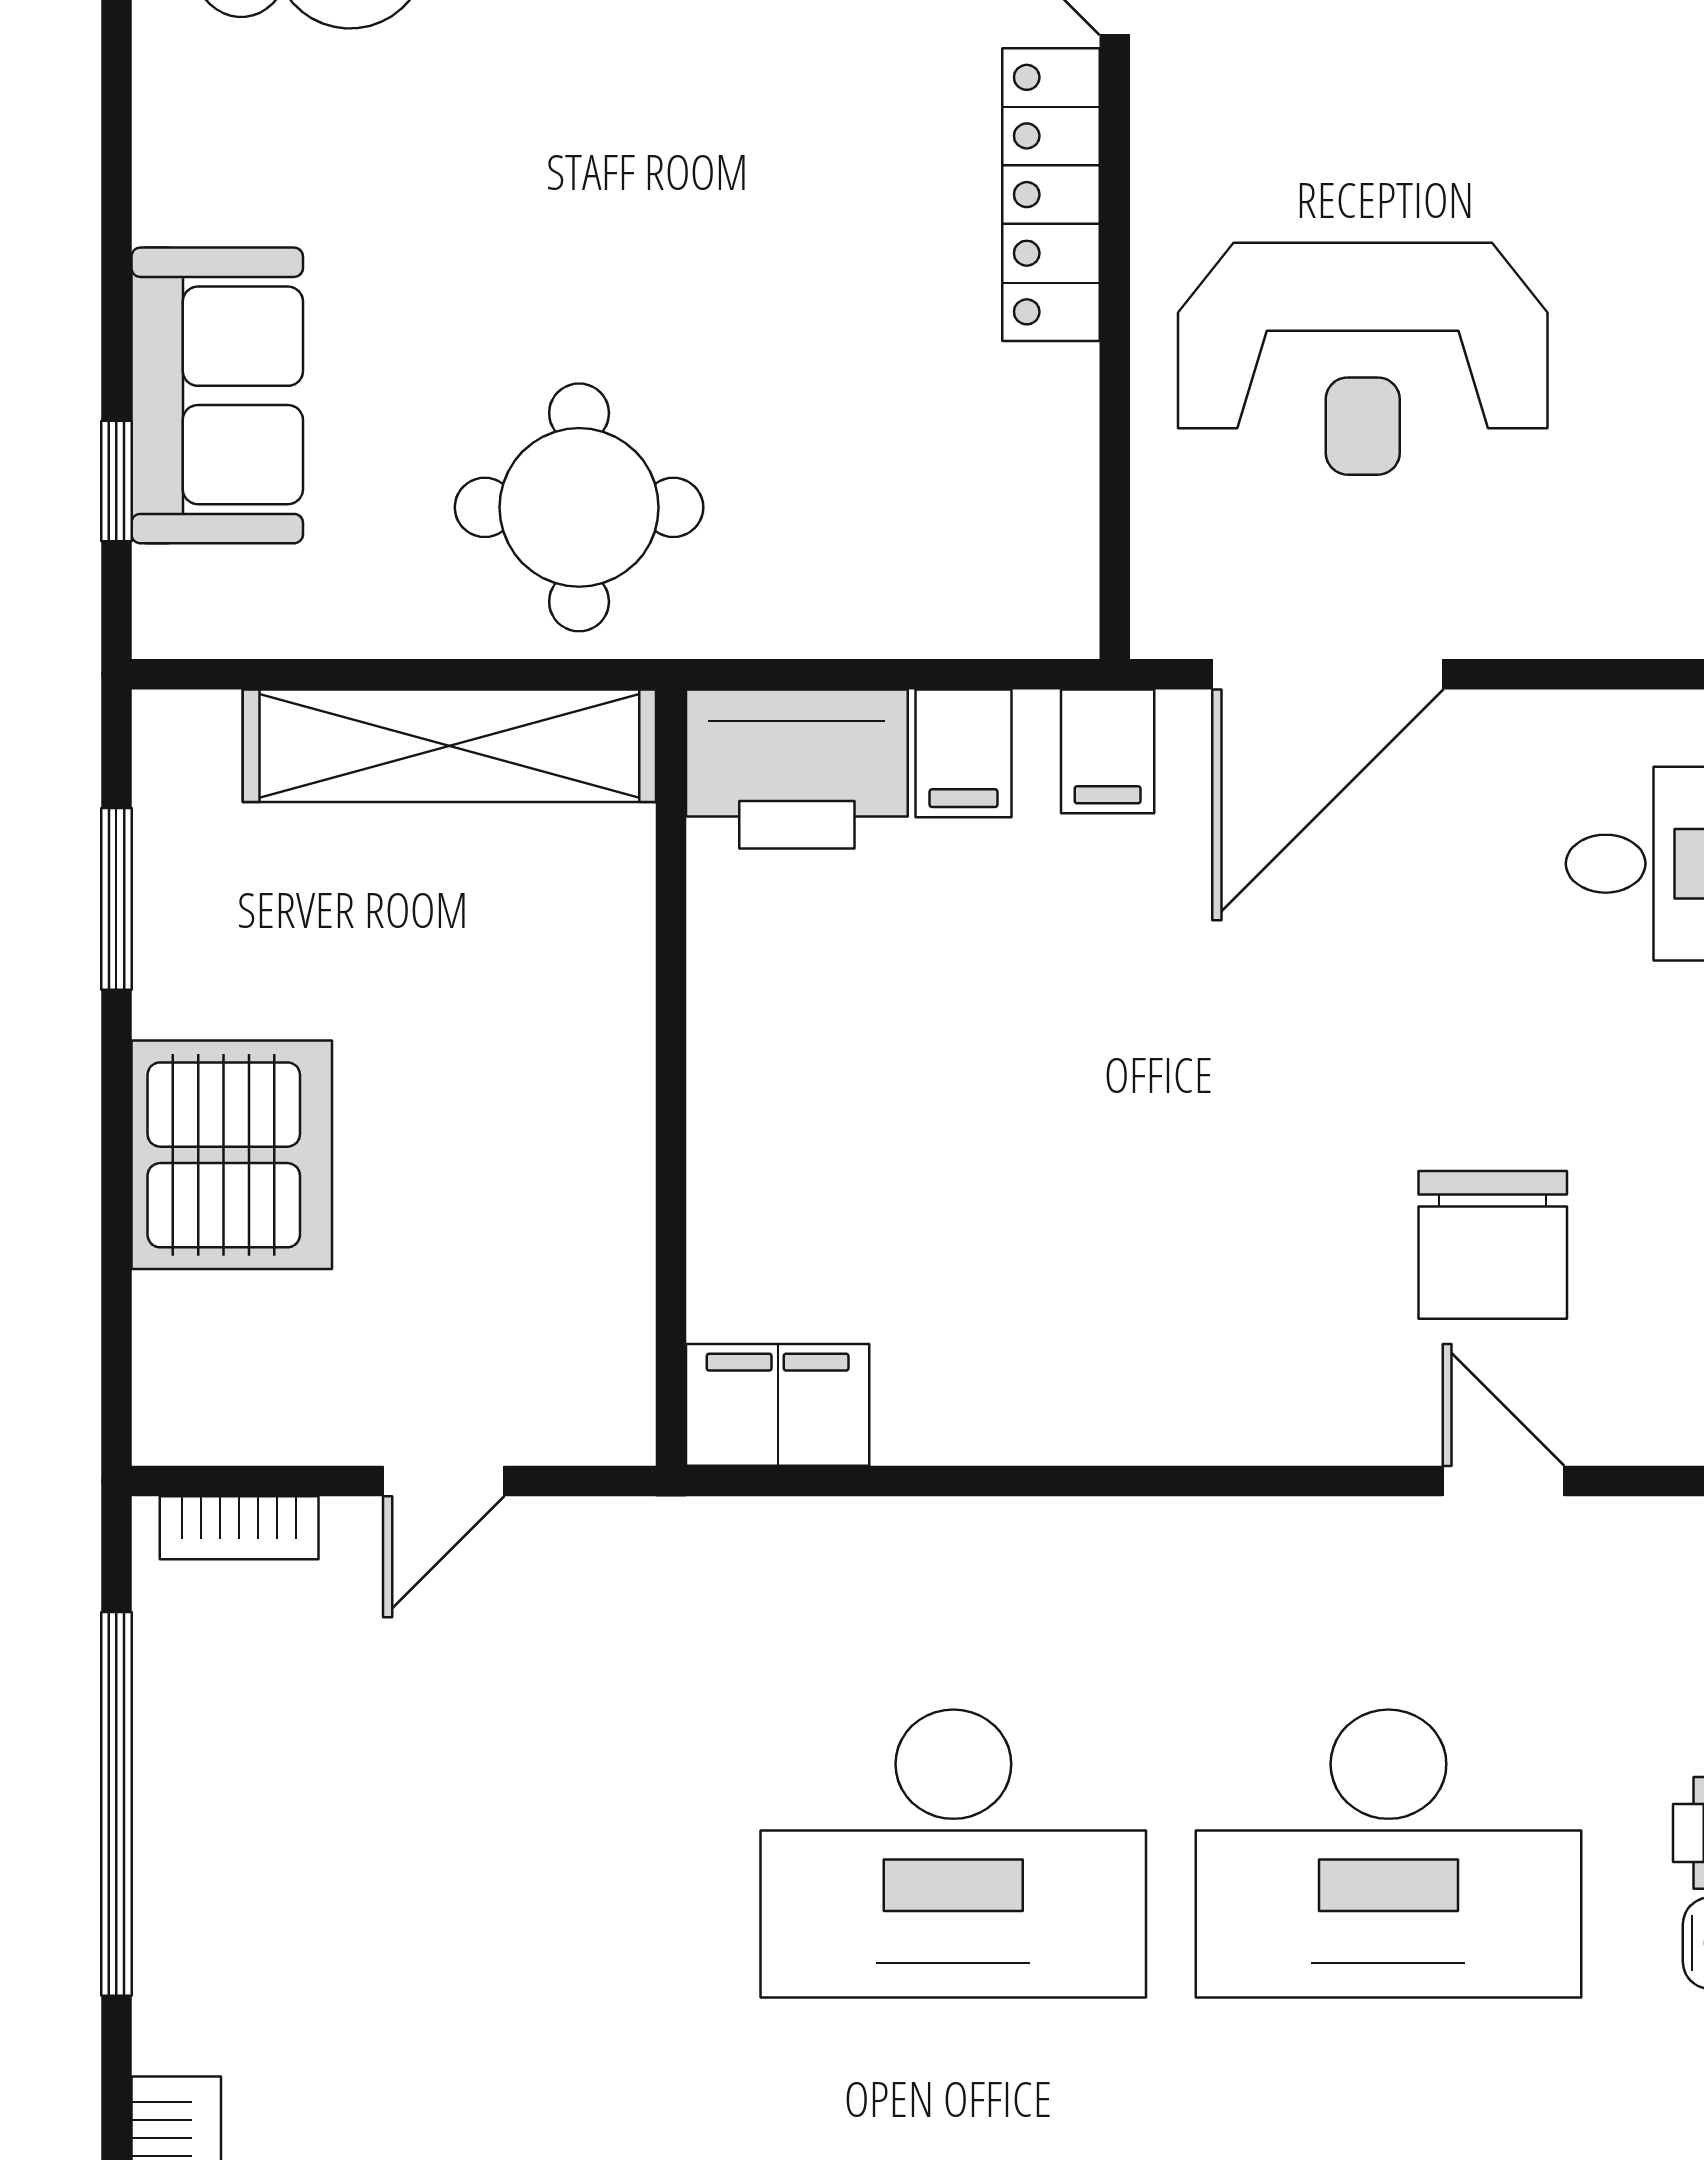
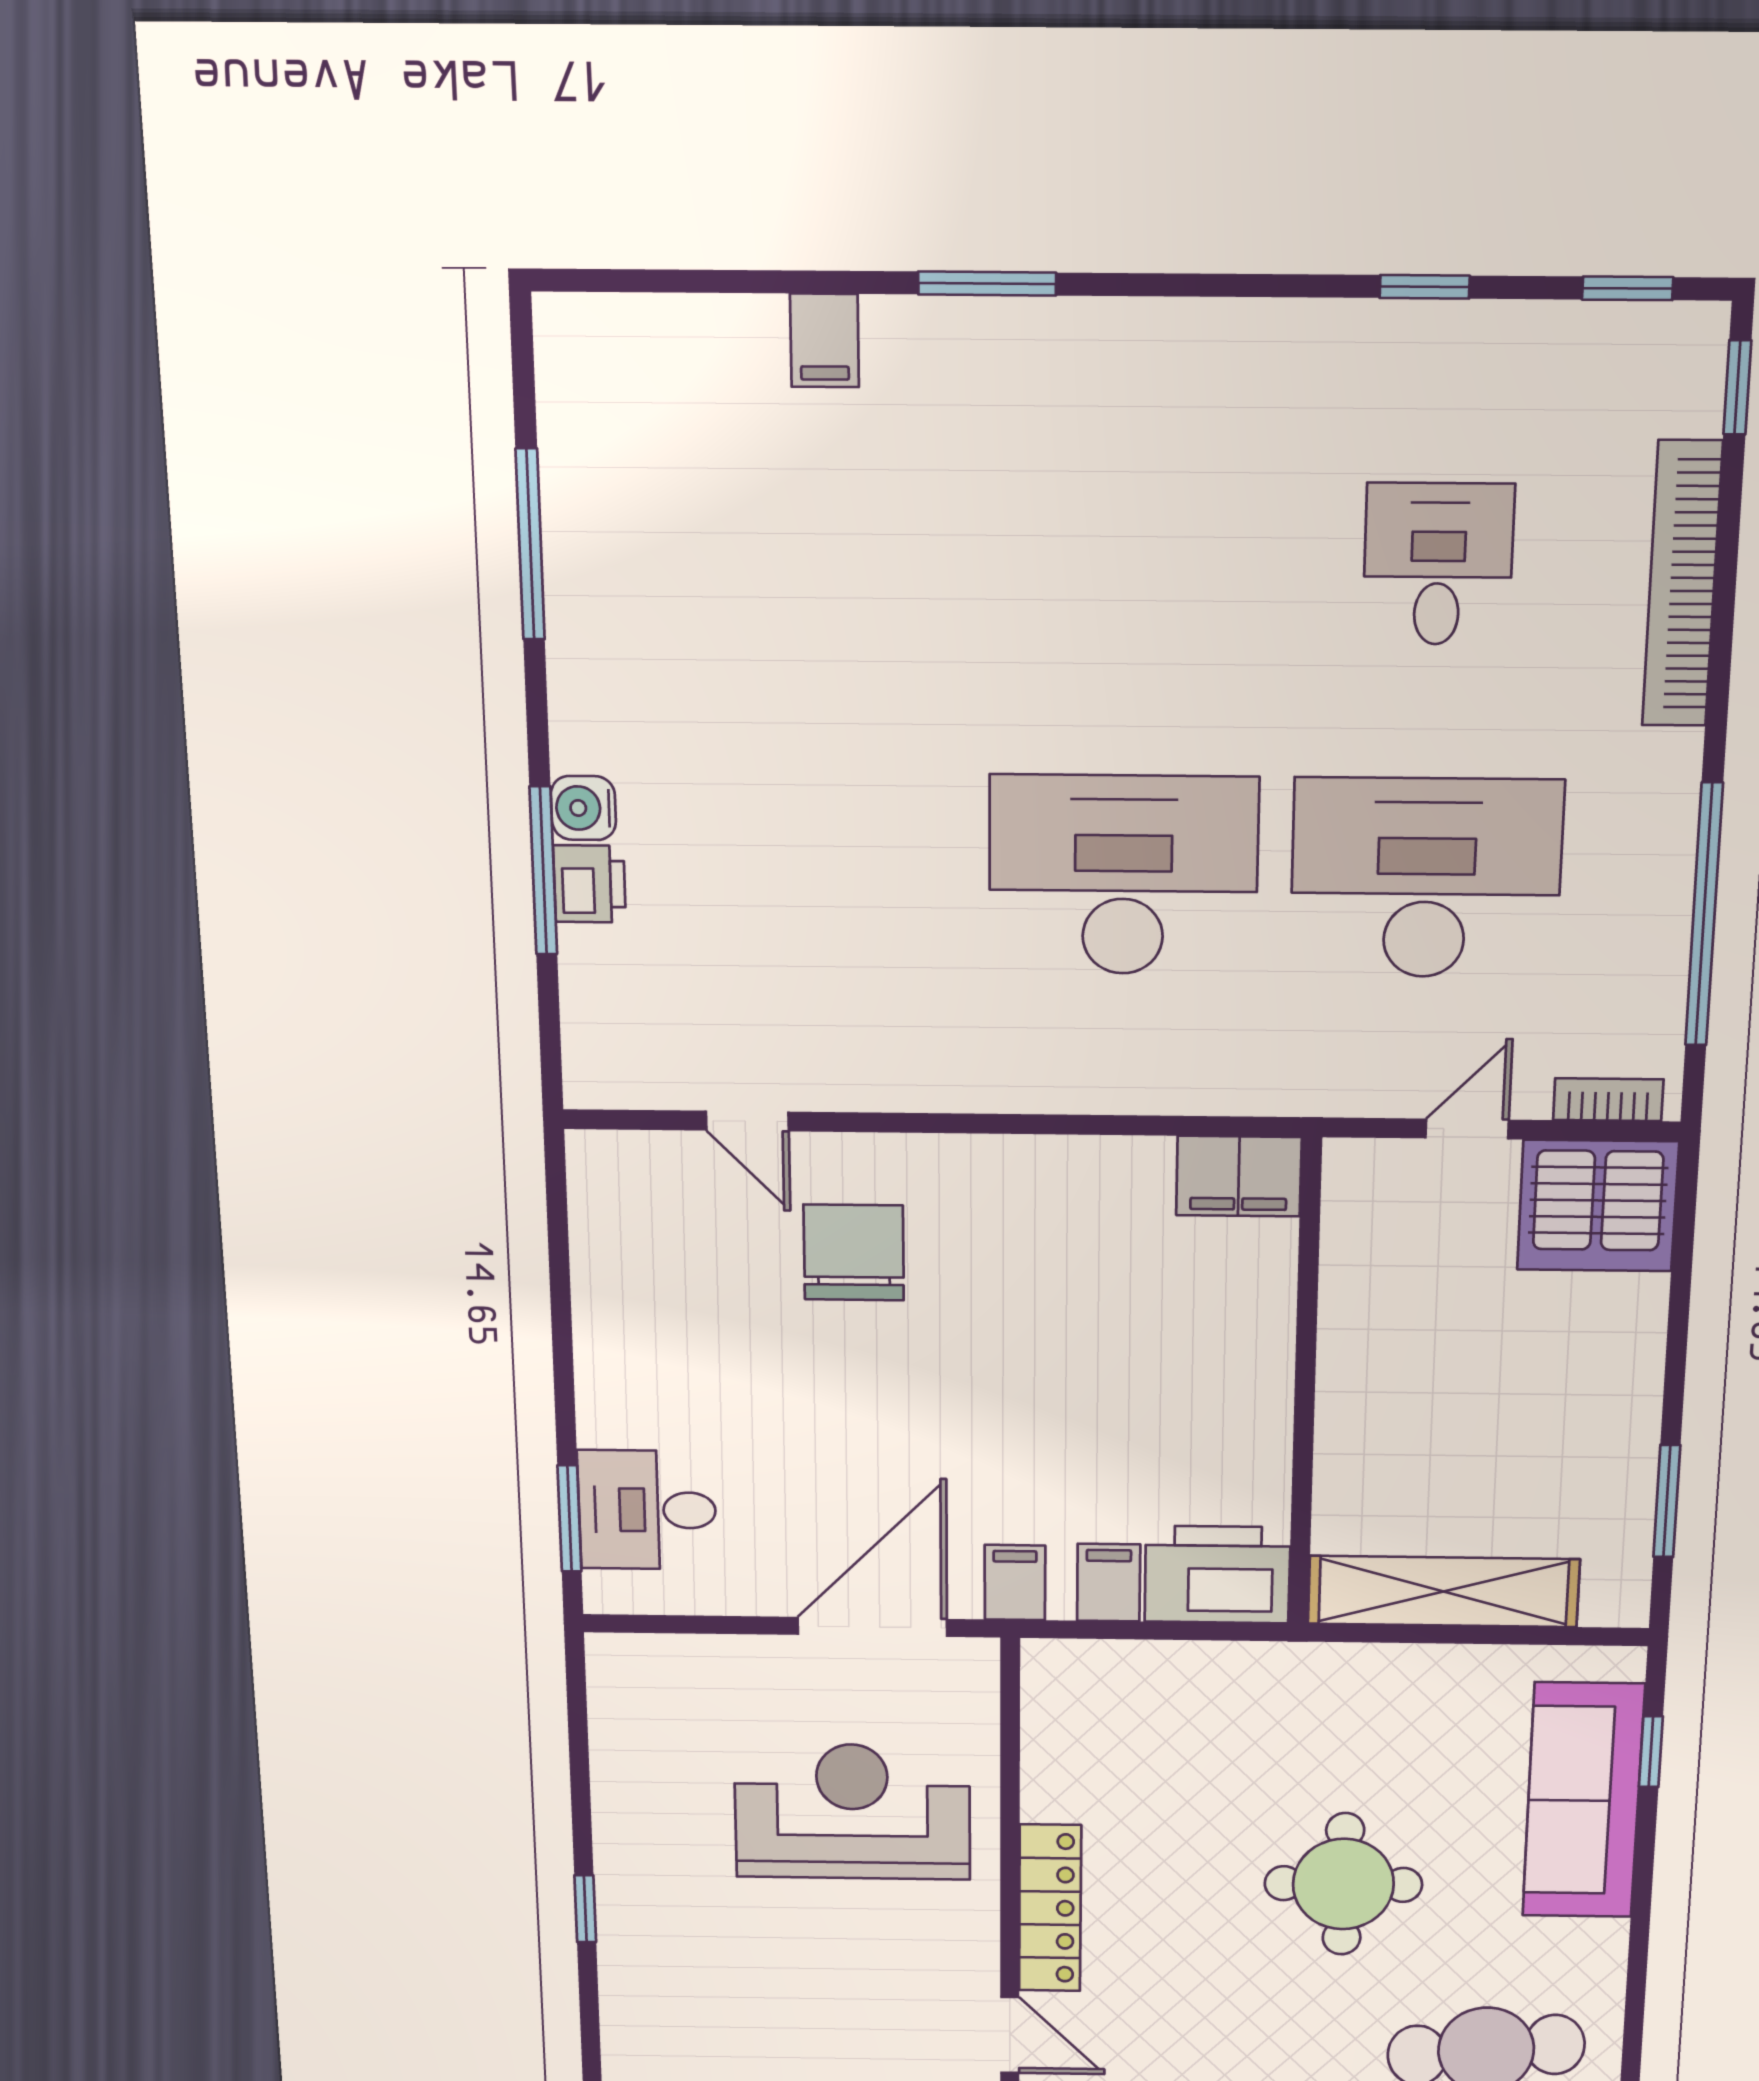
sofa: (217, 395) -> (1583, 1801), width x1.36
round table: (579, 507) -> (1343, 1884), moved
server rack: (232, 1155) -> (1598, 1206), moved, turned -90
chair: (1493, 1245) -> (854, 1252), moved
desk: (1388, 1854) -> (1426, 878), moved

